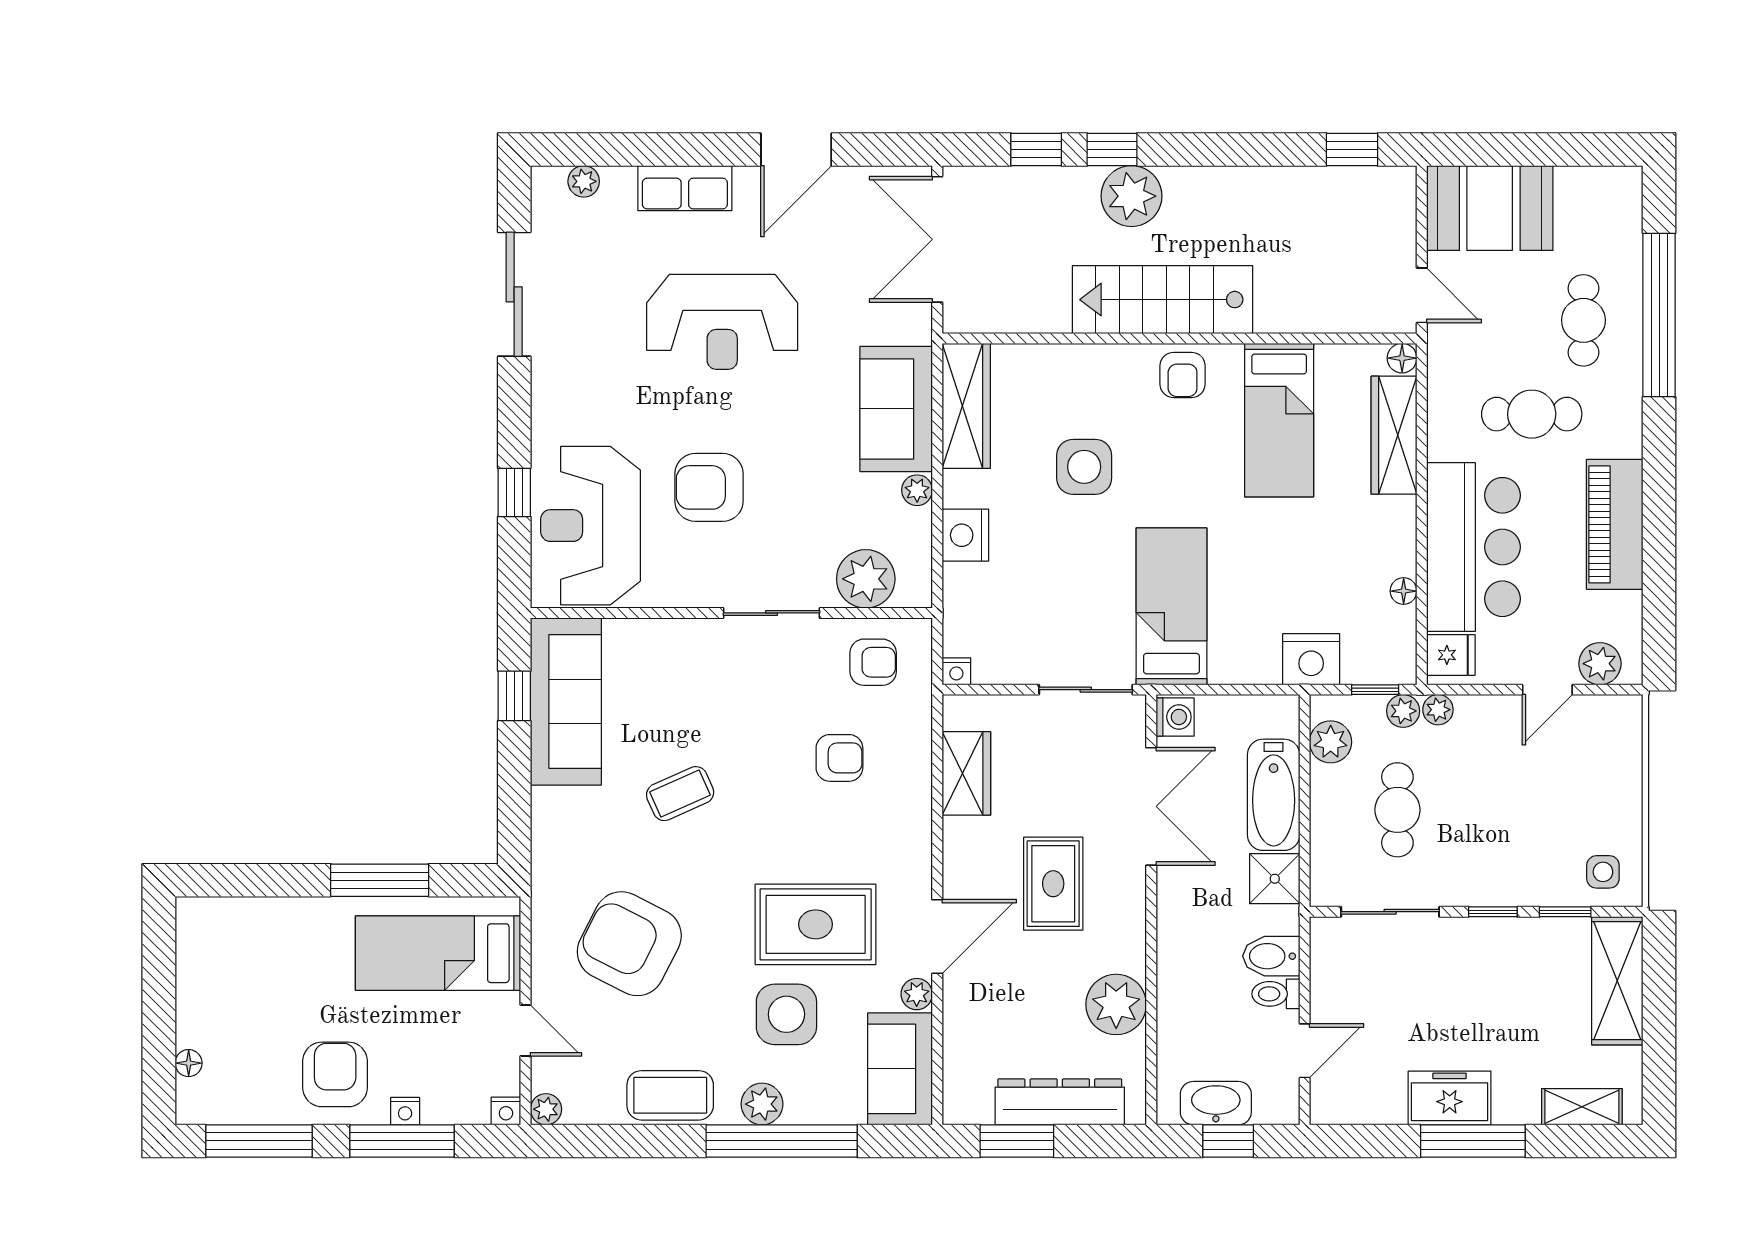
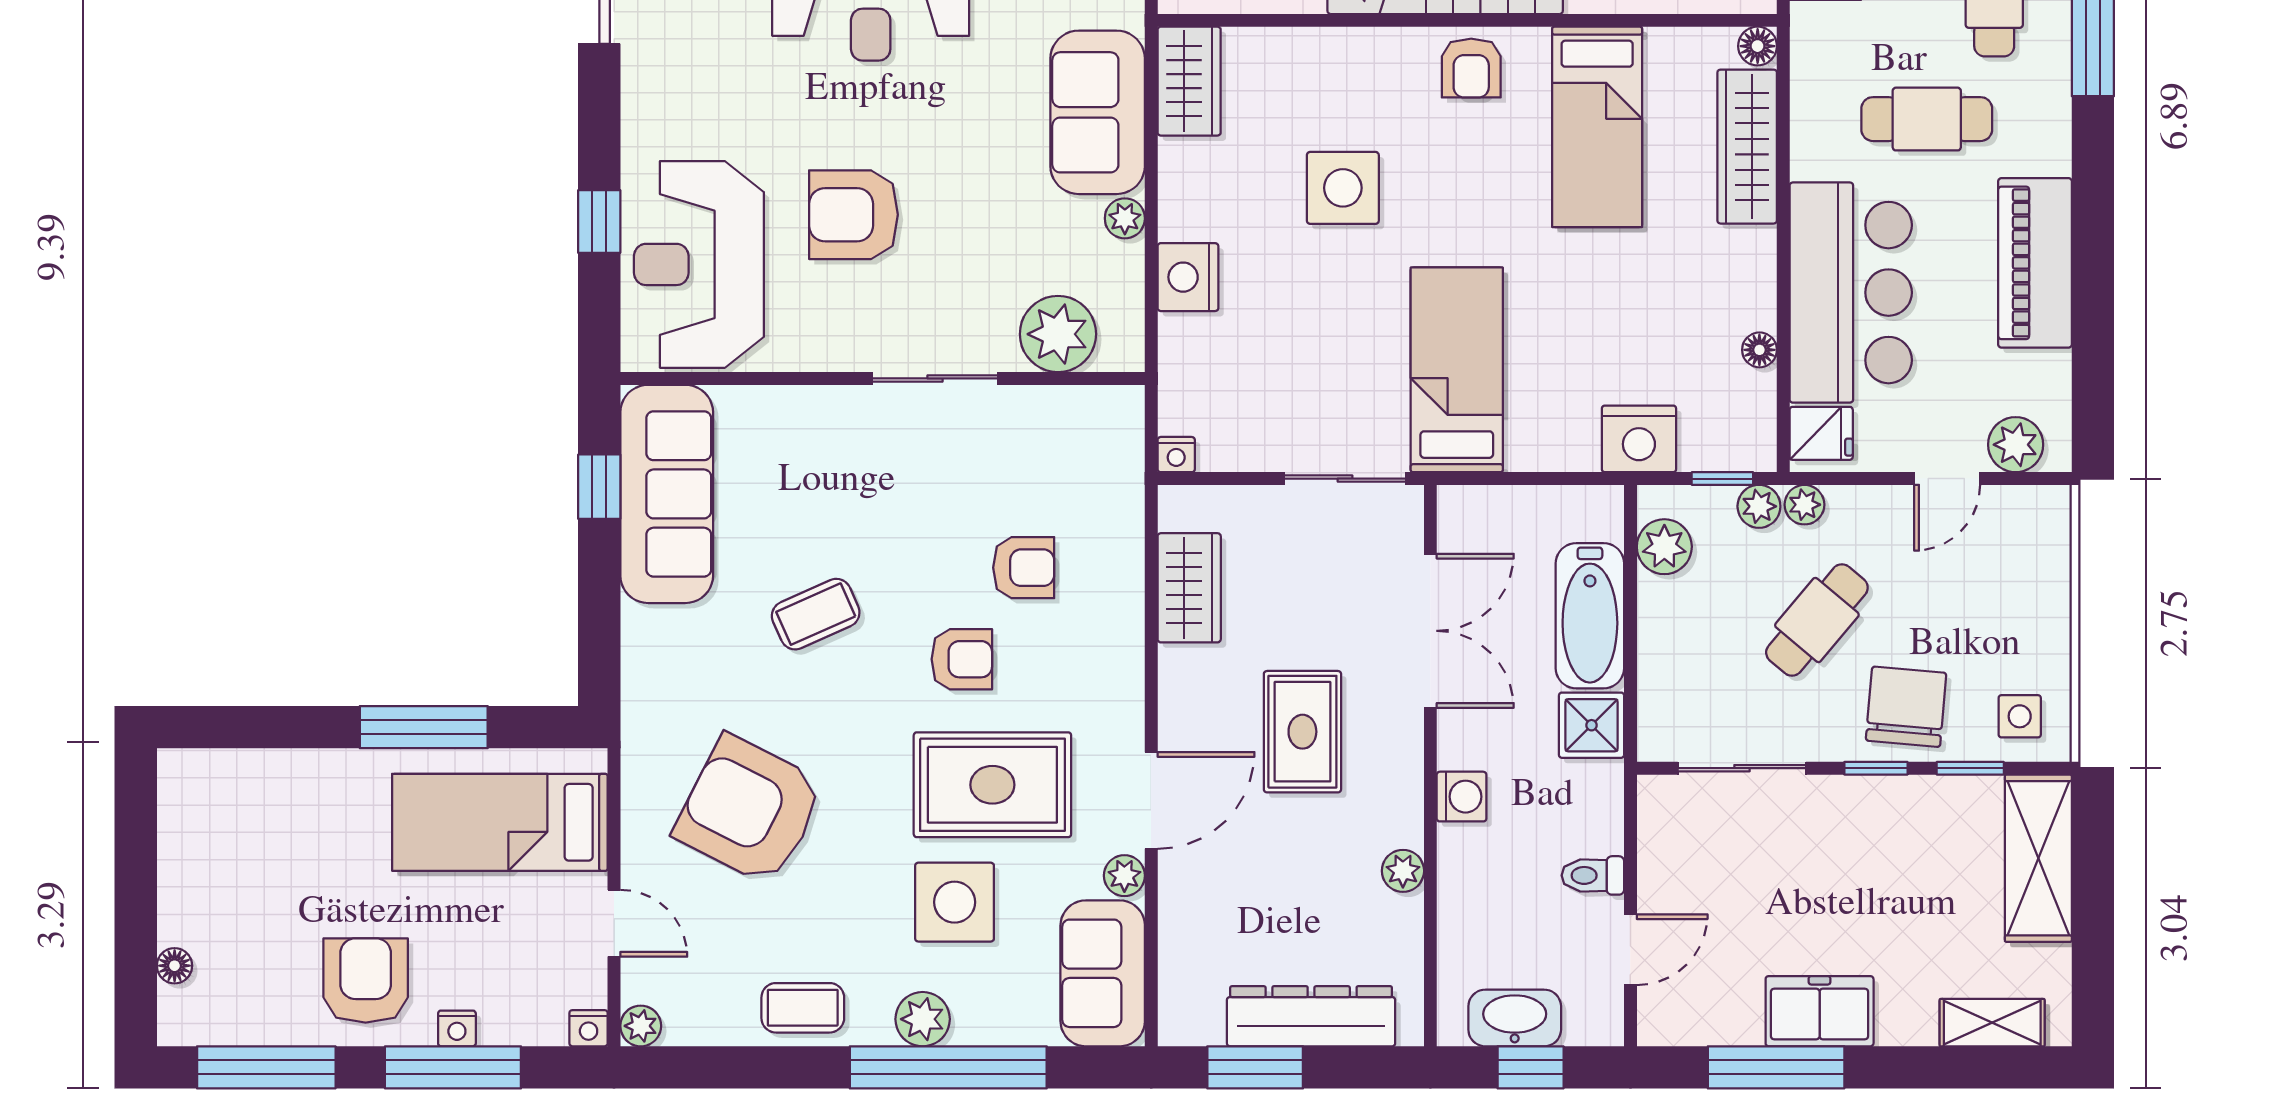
wardrobe: (966, 406) -> (1189, 81), width x0.67
armchair: (873, 662) -> (962, 659), moved
washing machine: (1175, 717) -> (1462, 797), moved
cafe table: (1397, 810) -> (1817, 620), moved, turned 40
chair: (1516, 865) -> (1906, 707), added
bidet: (1271, 956) -> (1587, 826), removed
plant: (1116, 1004) -> (1403, 871), width x0.53, depth x0.53
coffee table: (670, 1095) -> (803, 1008), width x0.73, depth x0.77
window: (1473, 1141) -> (1776, 1067), moved

